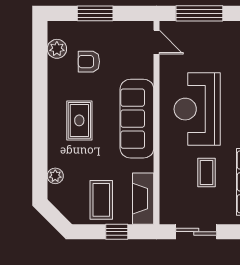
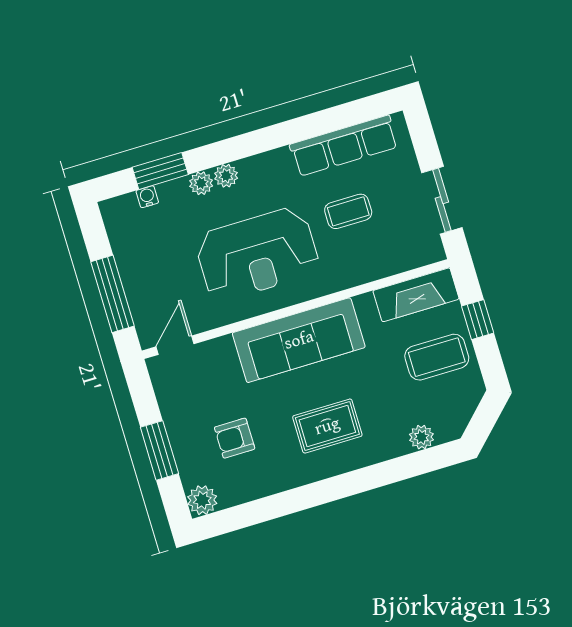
plant: (57, 49) -> (202, 500), moved
armchair: (89, 62) -> (235, 438), turned 90

